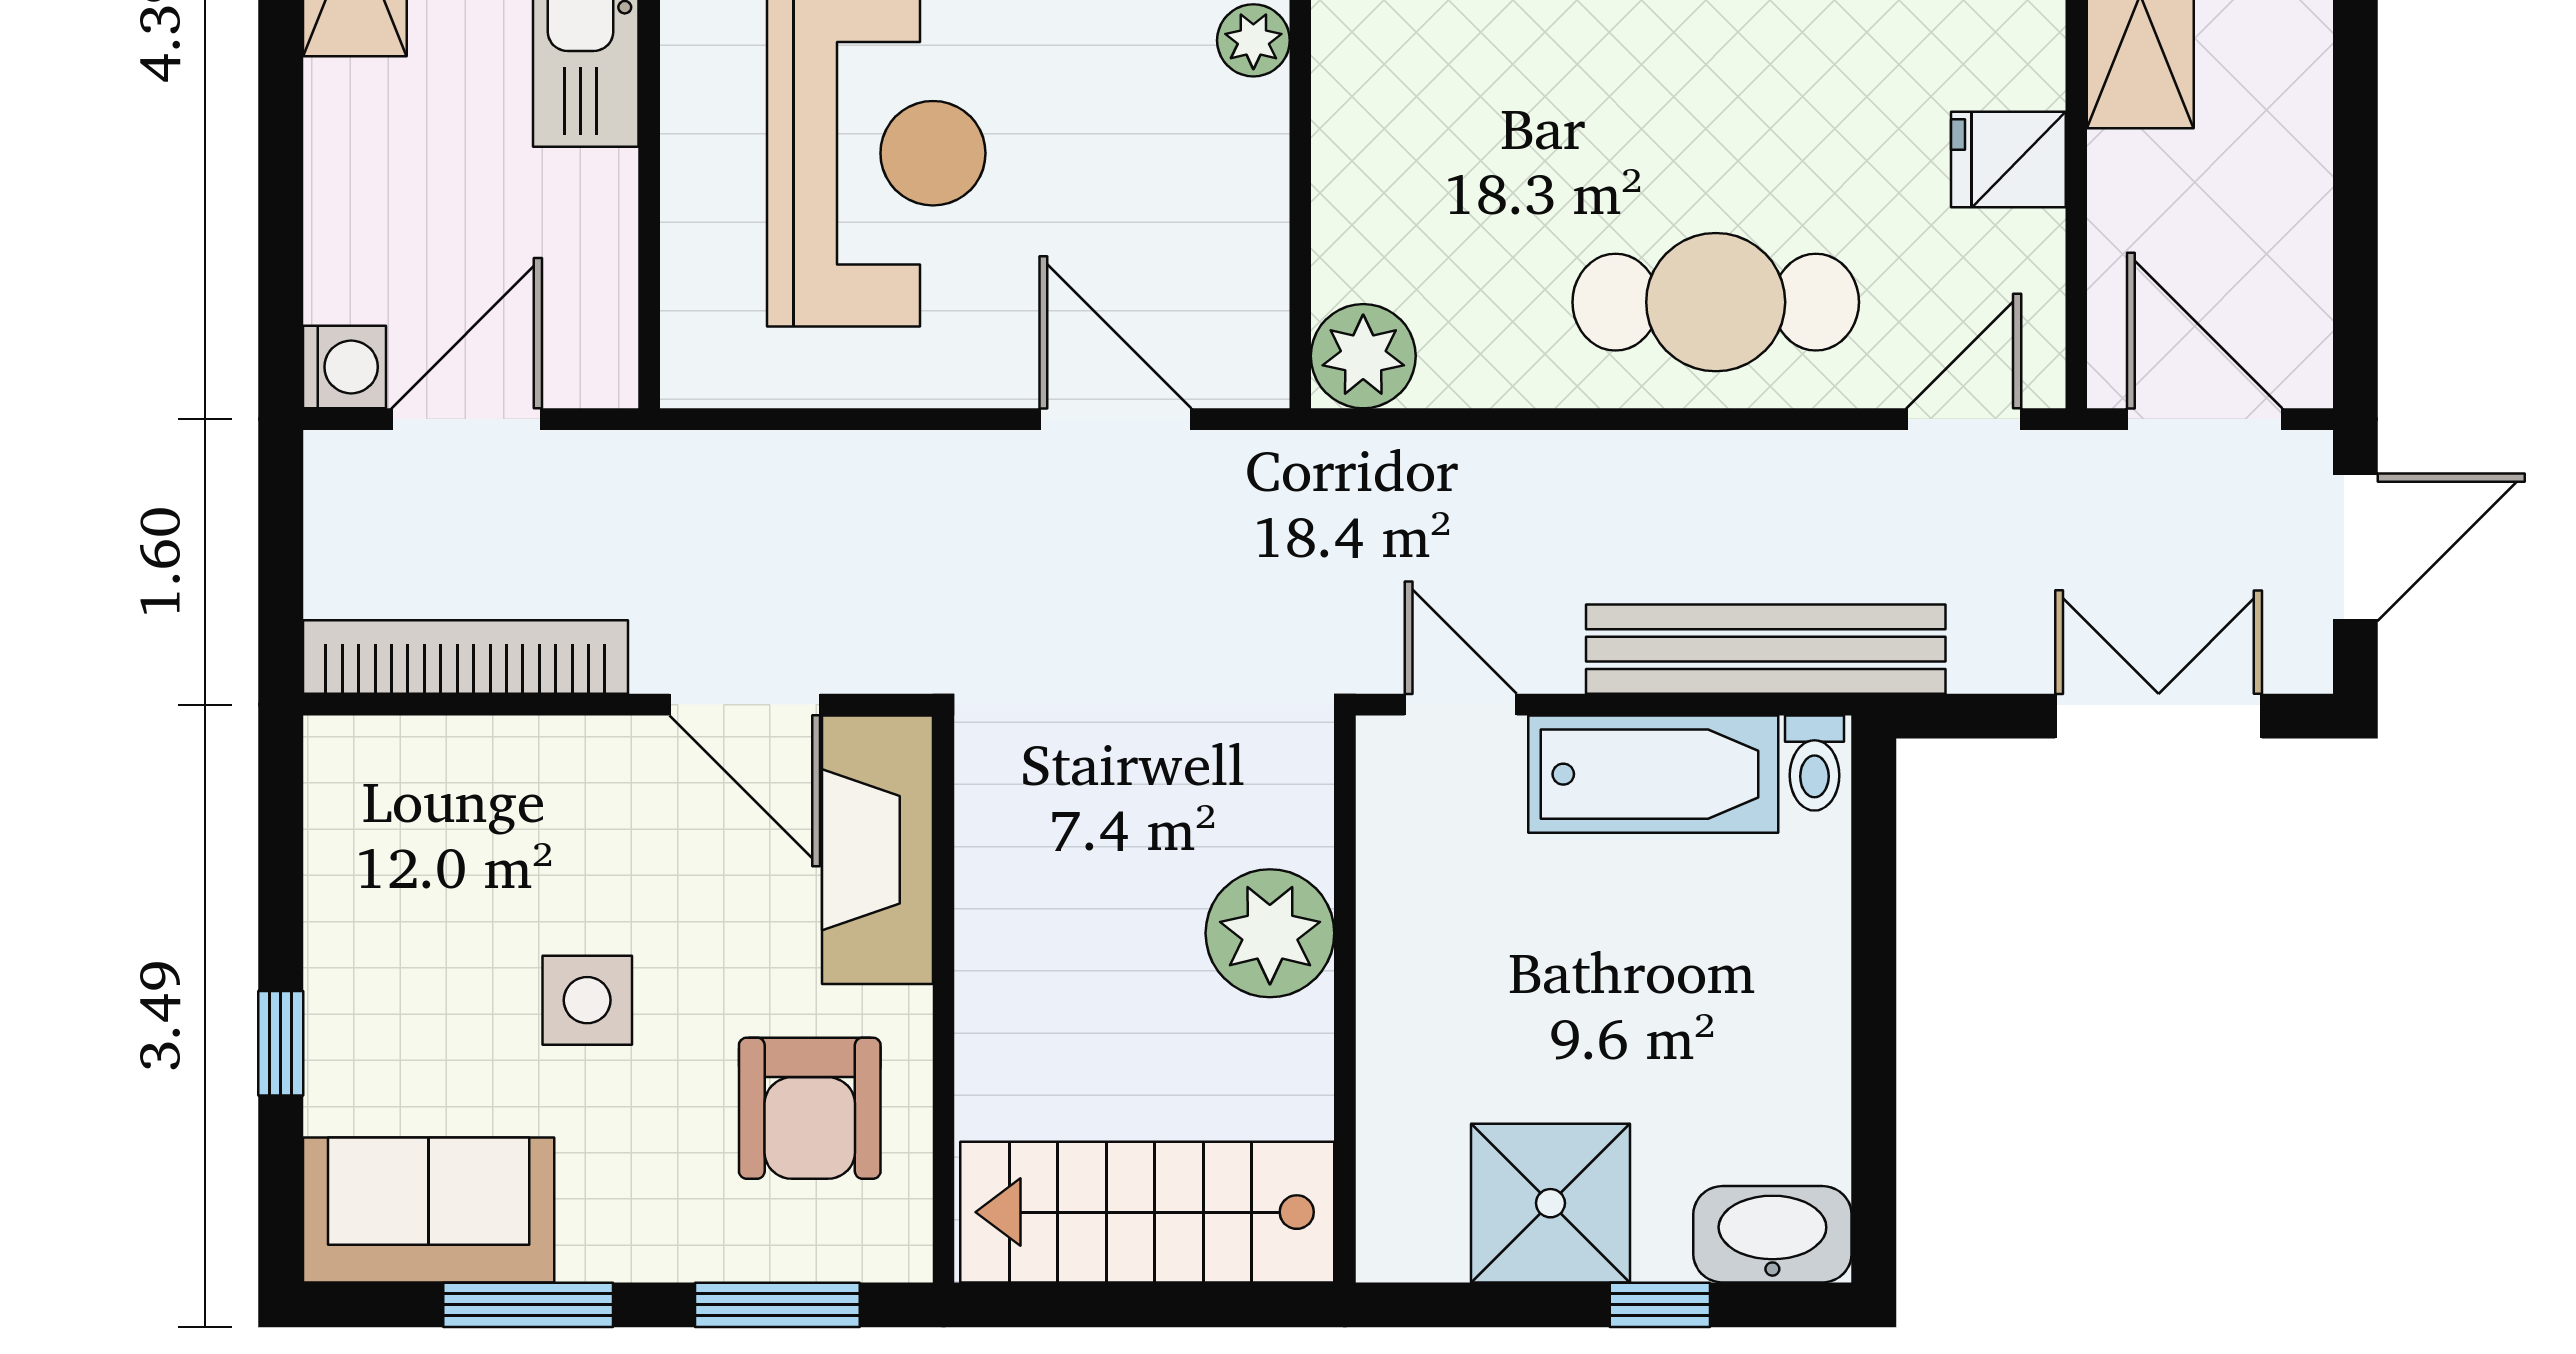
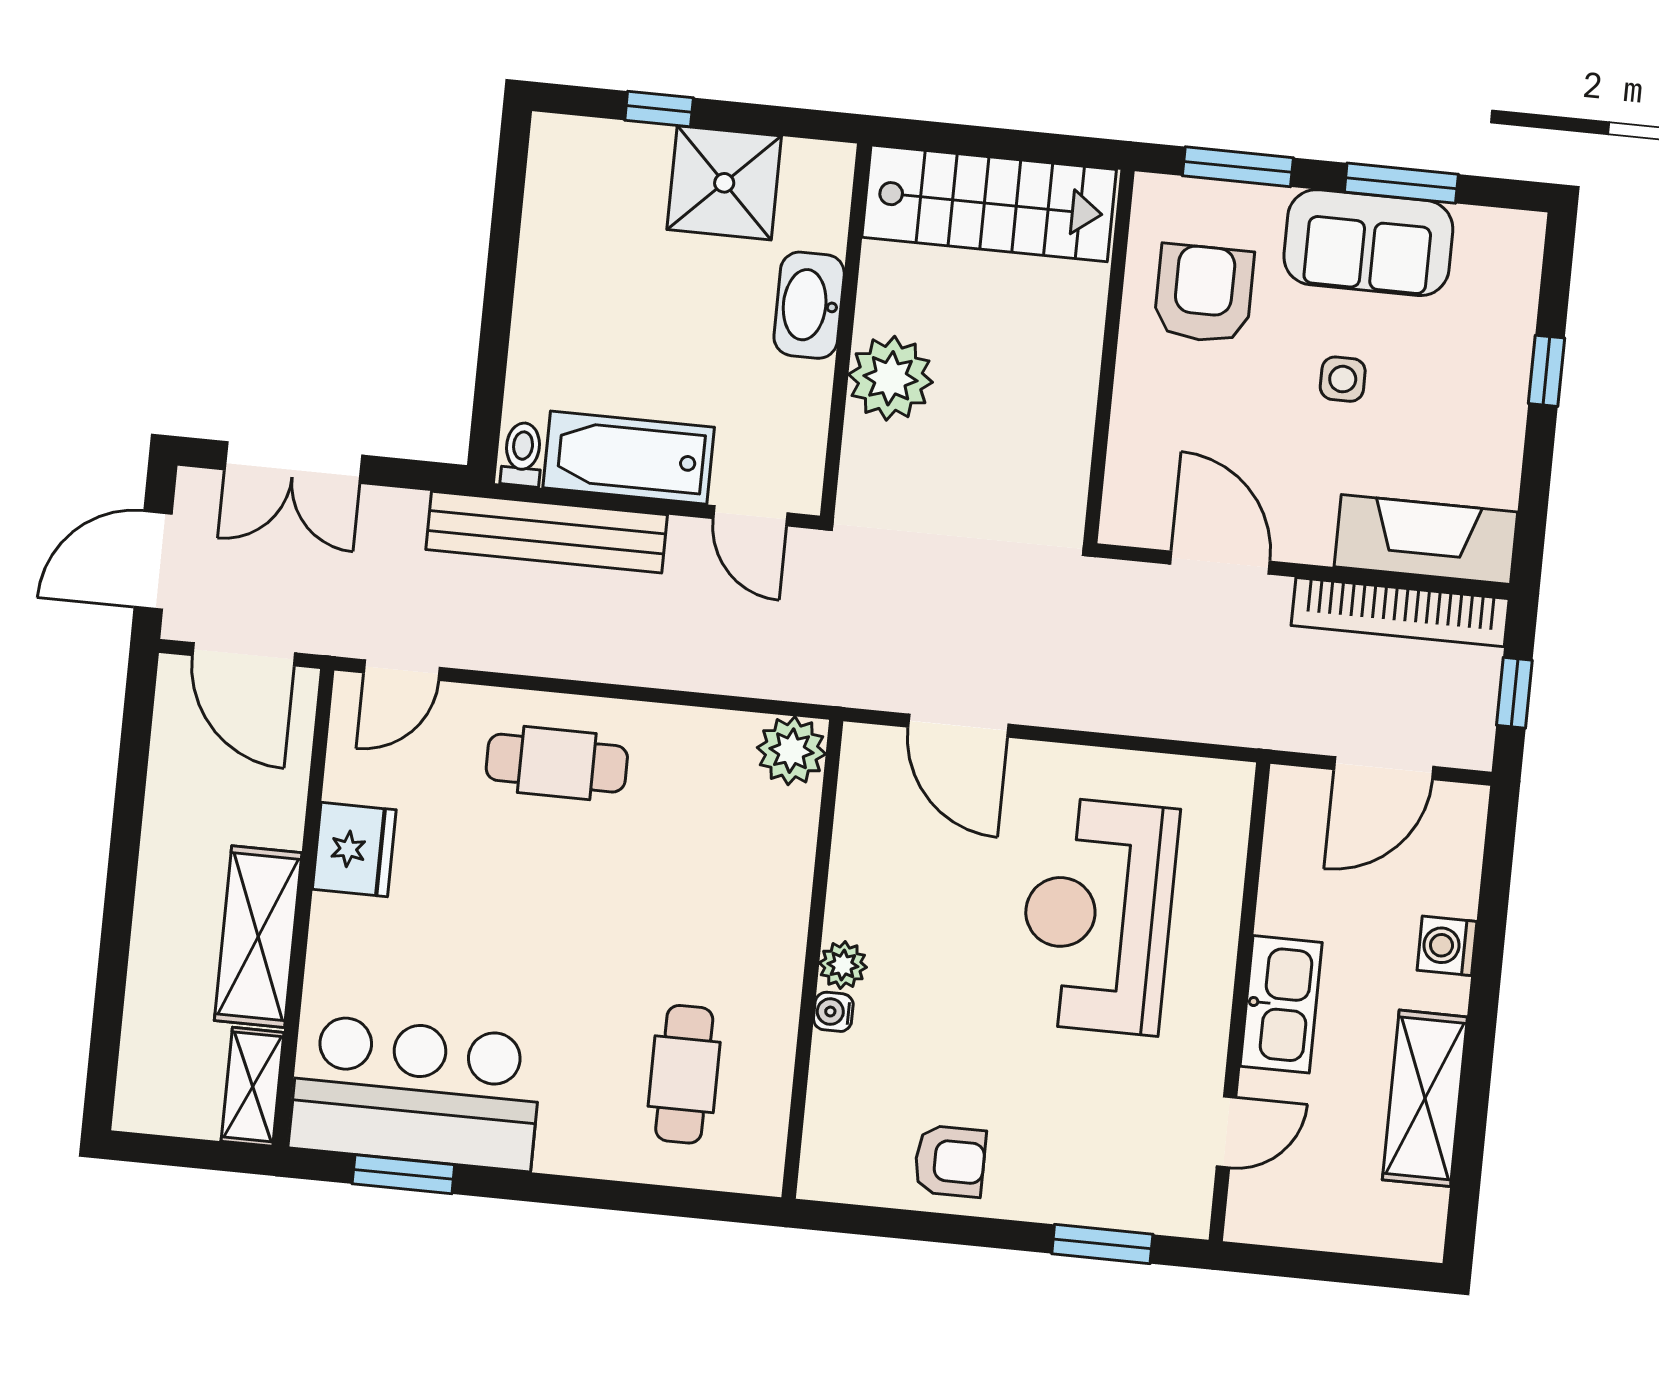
fridge: (2008, 159) -> (354, 850), width x1.38
cafe table: (1716, 302) -> (557, 763), width x0.73, depth x0.74
washing machine: (344, 367) -> (1447, 946), moved
window: (281, 553) -> (1514, 693), added
fireplace: (877, 850) -> (1426, 539), moved, turned -90
side table: (587, 1000) -> (1343, 379), width x0.73, depth x0.73
sofa: (429, 1210) -> (1368, 243), moved
washbasin: (1772, 1234) -> (809, 305), moved, turned 90

